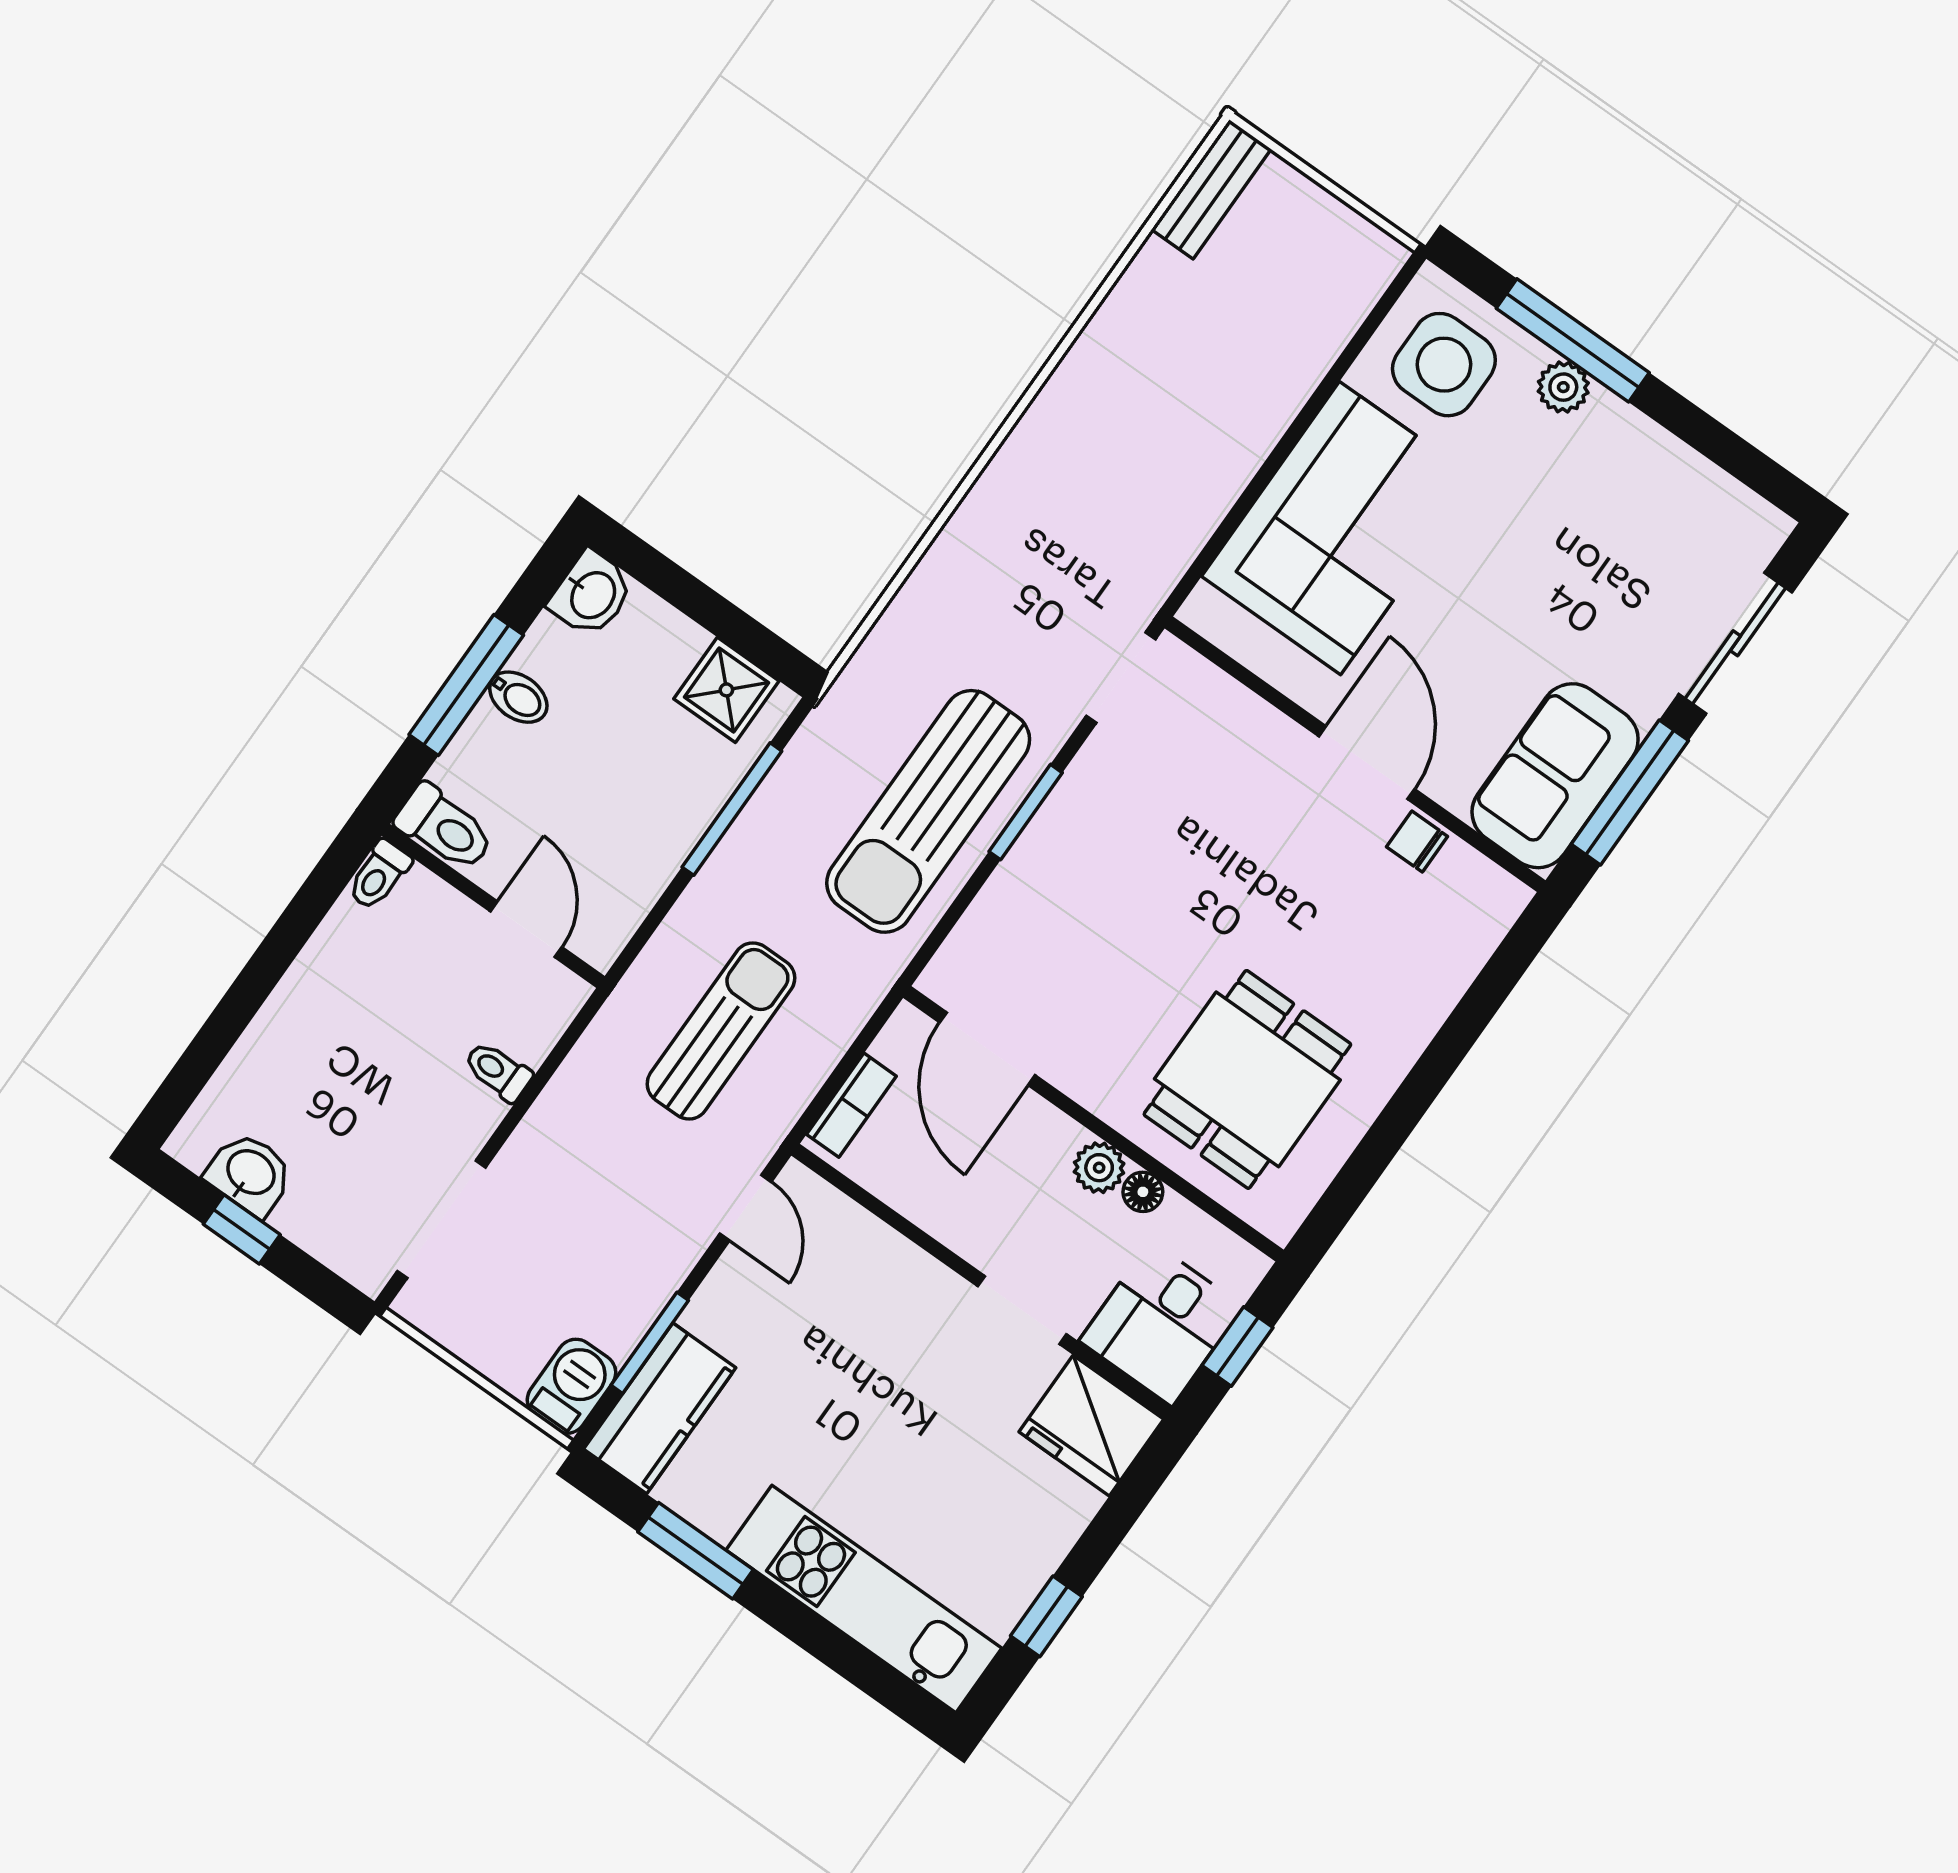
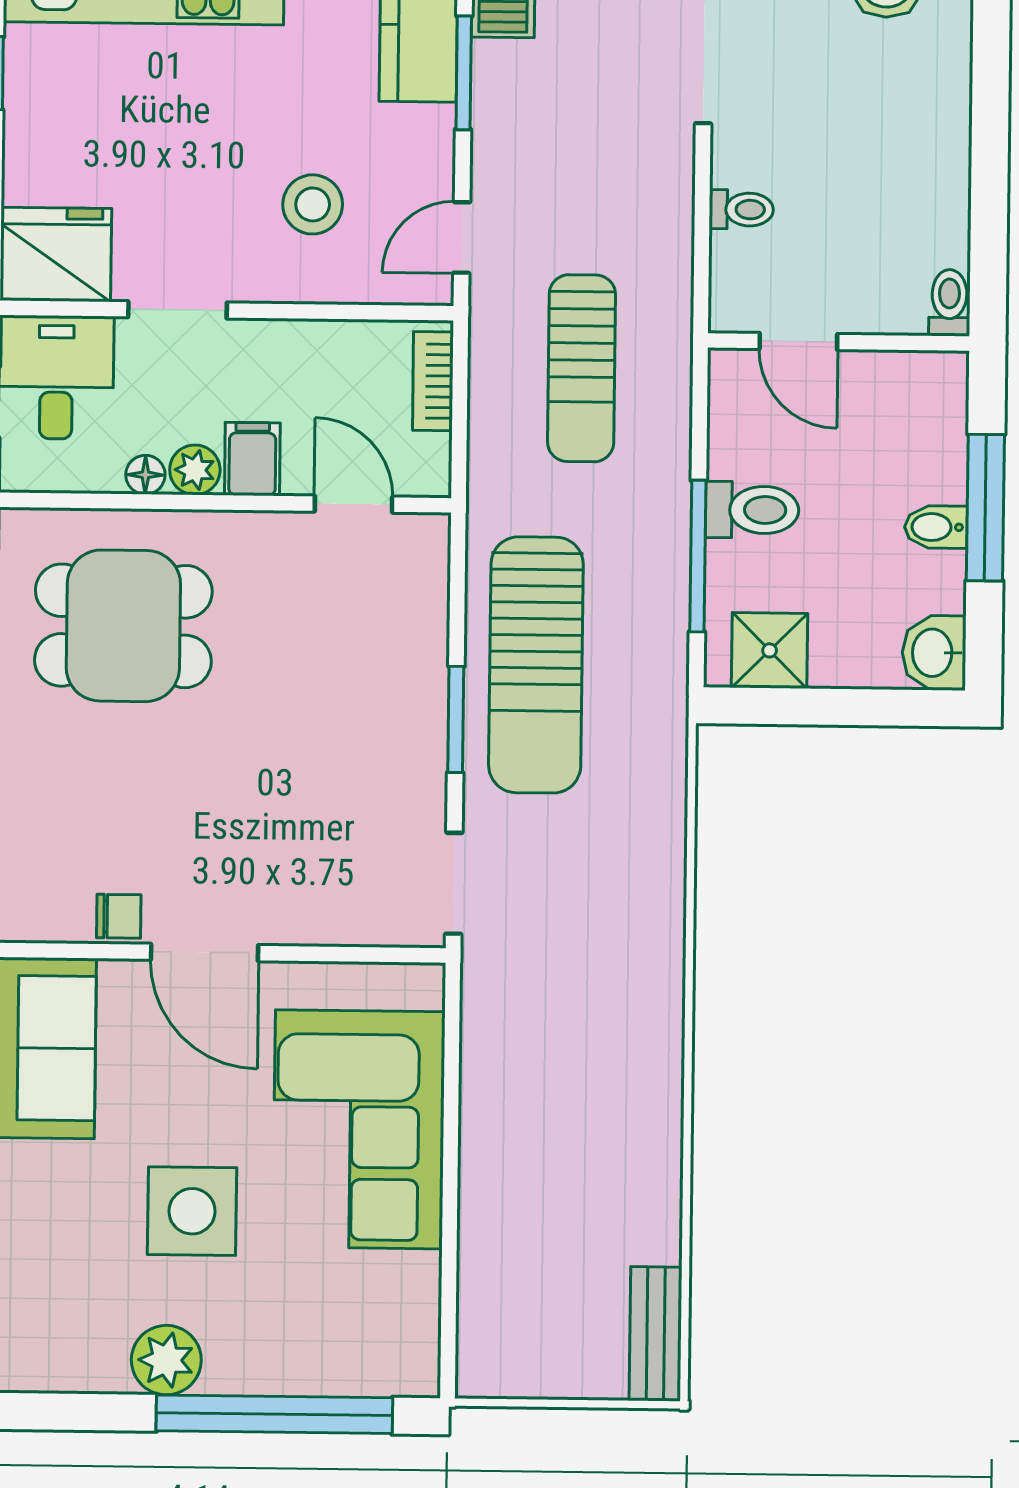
window: (1573, 340) -> (274, 1414), width x1.46
side table: (1444, 365) -> (192, 1211), moved
plant: (1563, 387) -> (166, 1360), moved, width x1.38, depth x1.38
sun lounger: (928, 811) -> (536, 665), turned 180
toilet: (444, 828) -> (752, 510), moved, turned 180
door: (987, 1049) -> (353, 504), width x0.73
dining table: (1247, 1079) -> (123, 626), turned 90
filing cabinet: (1045, 1144) -> (252, 459), added
door: (746, 1208) -> (462, 238), hinge flipped
stool: (850, 1320) -> (313, 204), added

